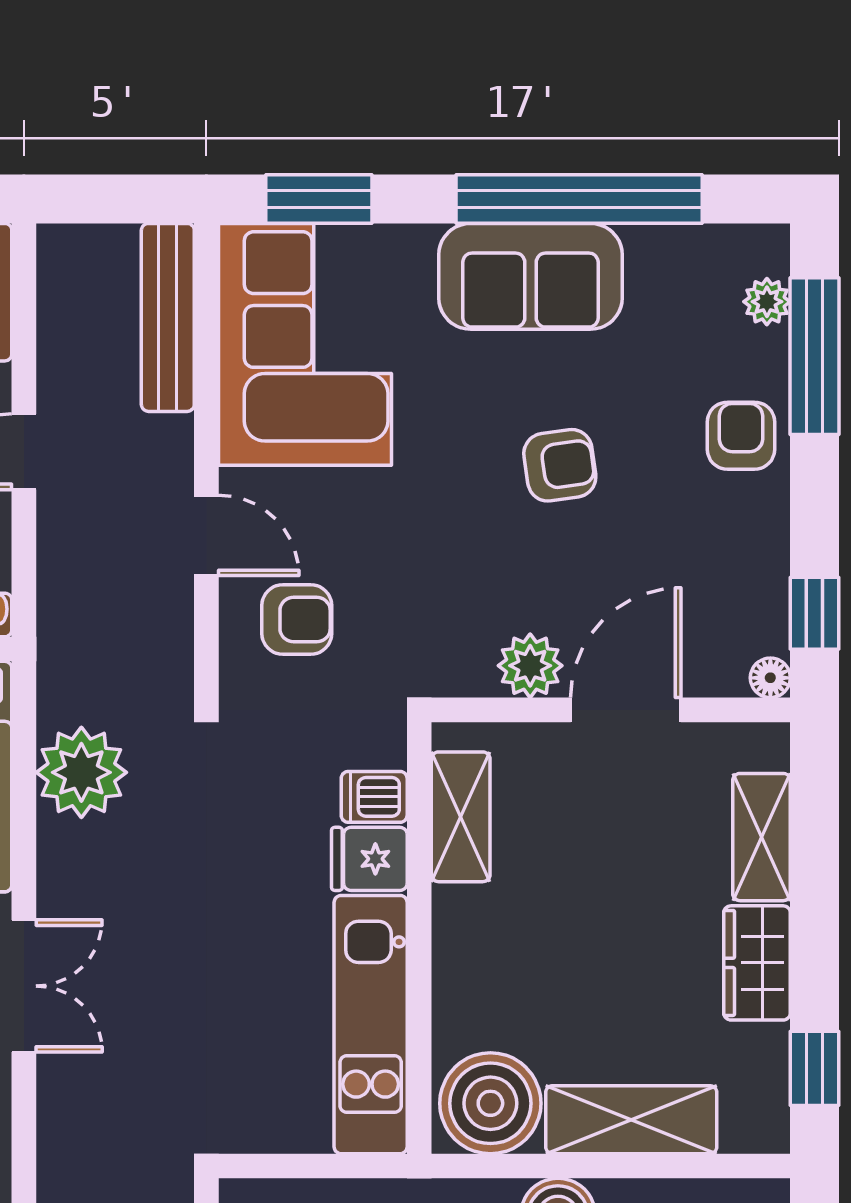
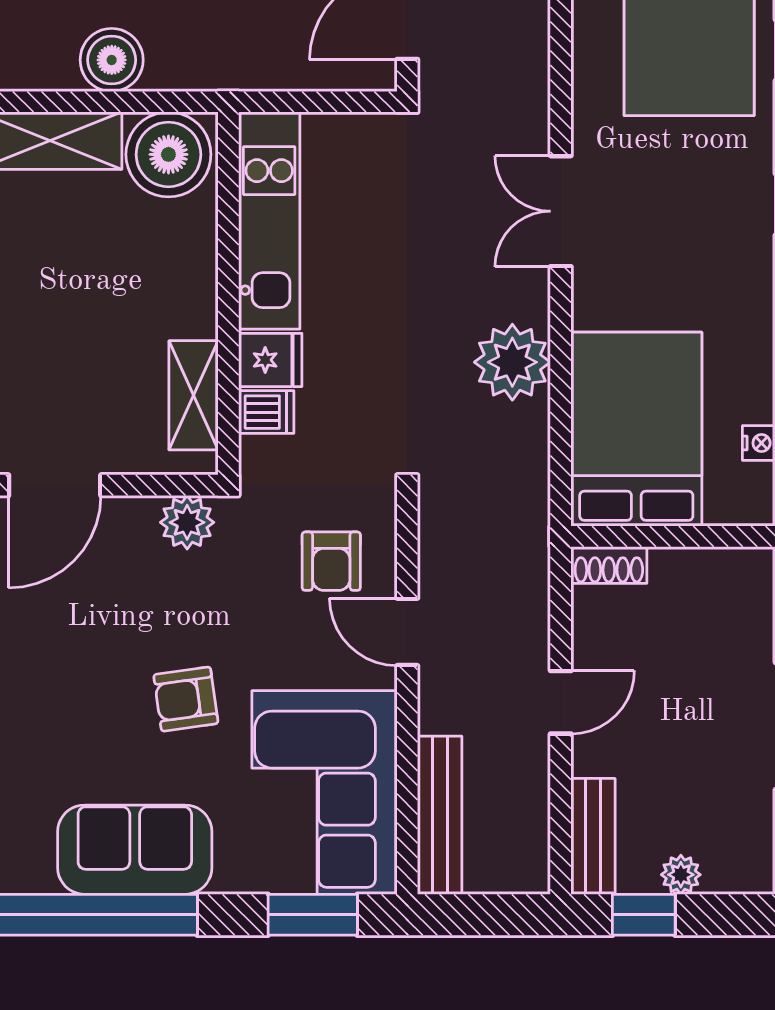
armchair: (560, 465) -> (186, 699), moved
armchair: (297, 620) -> (331, 561), turned -90
plant: (530, 666) -> (187, 522), moved
plant: (81, 772) -> (512, 362), moved
double door: (24, 986) -> (561, 211), moved

